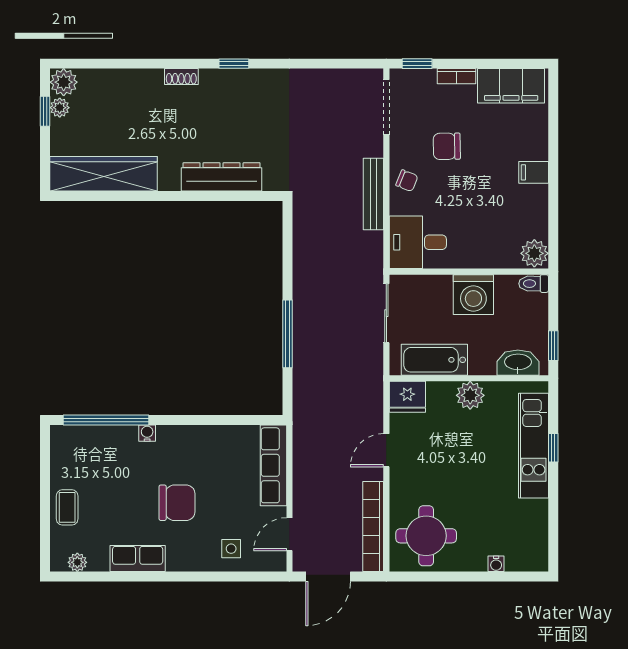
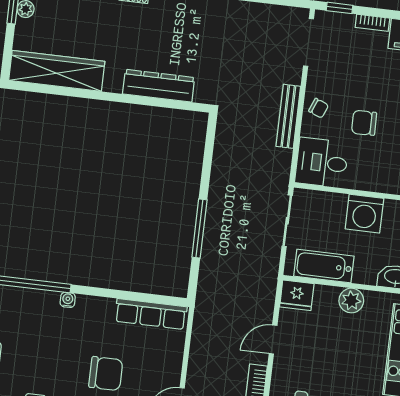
chair: (447, 146) -> (364, 123), moved
row of seats: (273, 465) -> (151, 314), moved, turned -90
chair: (177, 503) -> (106, 374), moved

